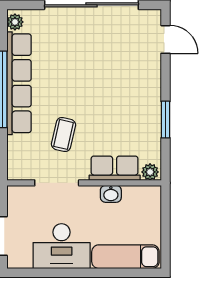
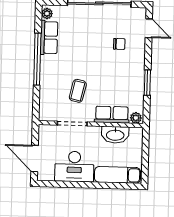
chair: (123, 64) -> (119, 44), added
row of seats: (19, 83) -> (49, 38), width x0.50
washbasin: (111, 194) -> (115, 135), width x1.91, depth x1.45

